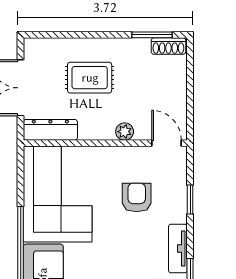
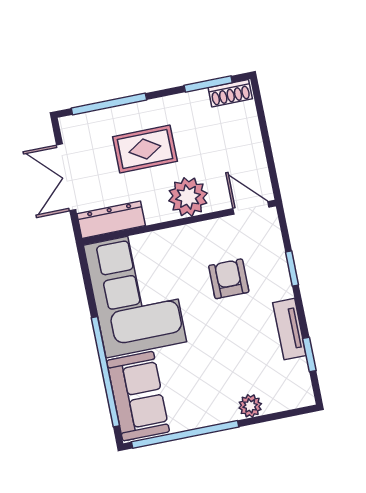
window: (68, 35) -> (109, 104), added
plant: (125, 132) -> (188, 197), width x1.88, depth x1.88

